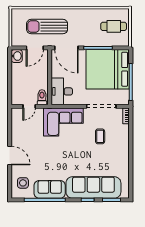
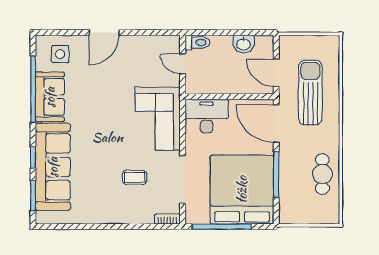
cafe table: (114, 26) -> (322, 174), moved
door: (66, 48) -> (276, 124), hinge flipped
washbasin: (17, 56) -> (243, 44), moved
toilet: (42, 97) -> (197, 43), moved

